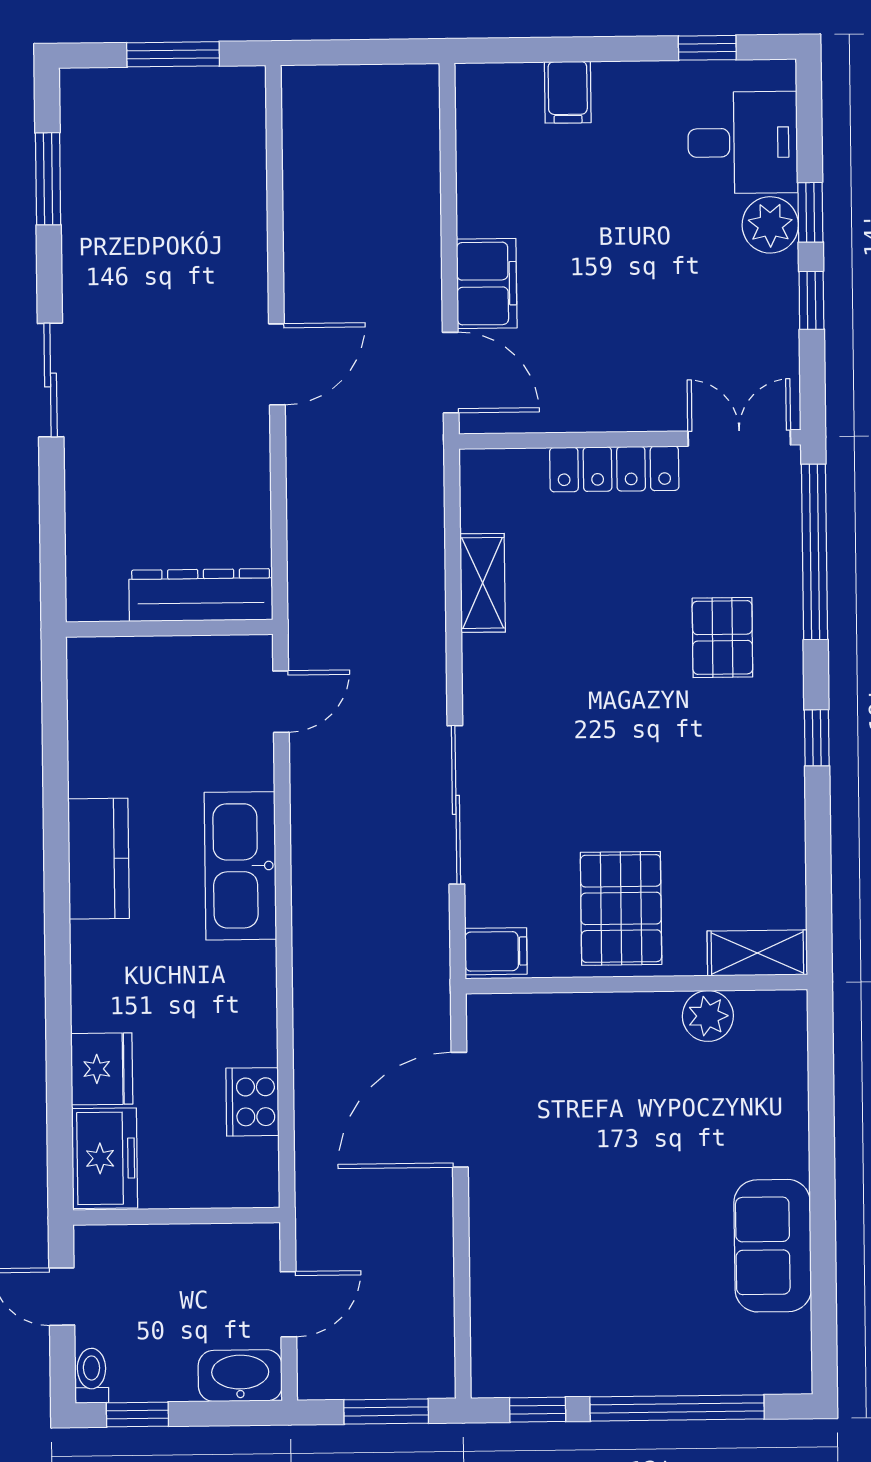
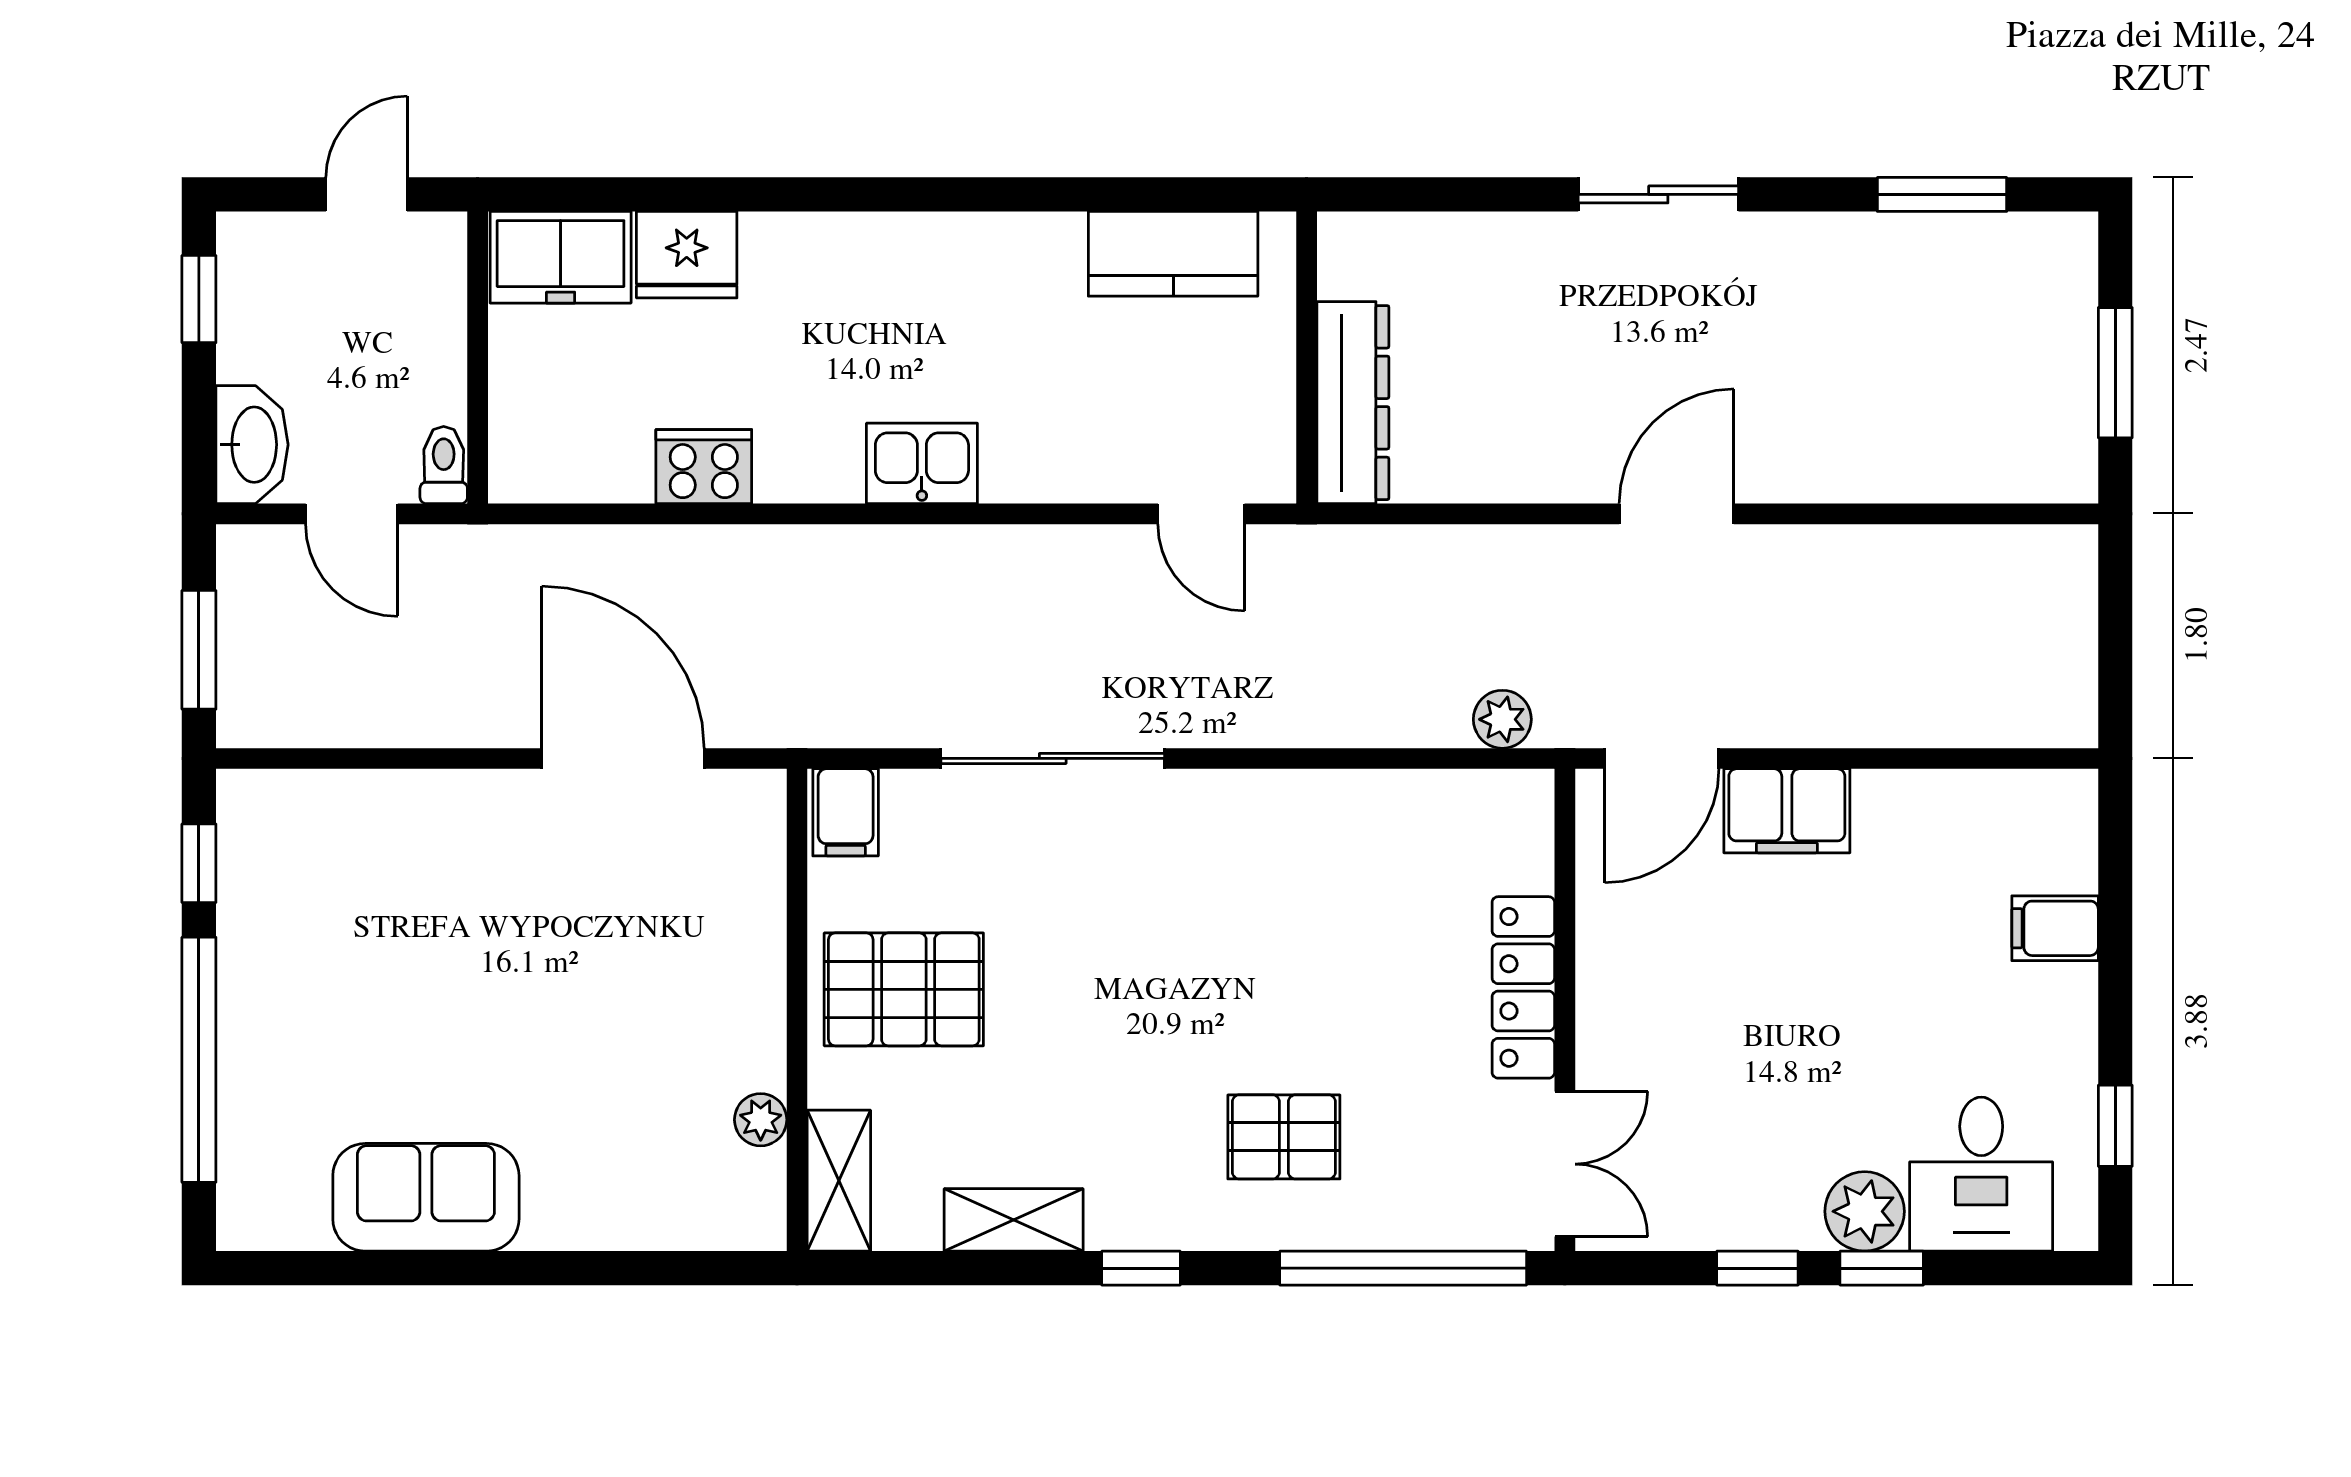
door: (277, 364) -> (1677, 514), swing flipped
plant: (424, 486) -> (1502, 719), added
shelving: (483, 583) -> (1014, 1220), moved
kitchen counter: (98, 859) -> (1173, 254), moved
kitchen sink: (240, 866) -> (922, 463), width x0.53, depth x0.81
plant: (708, 1016) -> (761, 1120), width x0.73, depth x0.73
cooker: (252, 1102) -> (704, 467), moved
toilet: (92, 1376) -> (444, 465), moved, turned -90

